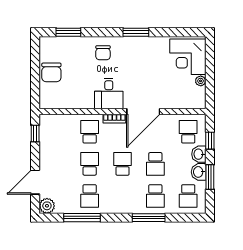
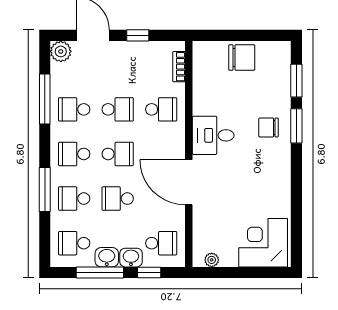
window: (136, 32) -> (296, 126), moved
chair: (51, 72) -> (242, 58), turned 180
plant: (201, 81) -> (212, 260), moved
bookcase: (114, 119) -> (179, 67), moved
window: (35, 133) -> (138, 35), moved
window: (210, 177) -> (100, 272), width x1.44
school desk: (122, 196) -> (74, 154), added

